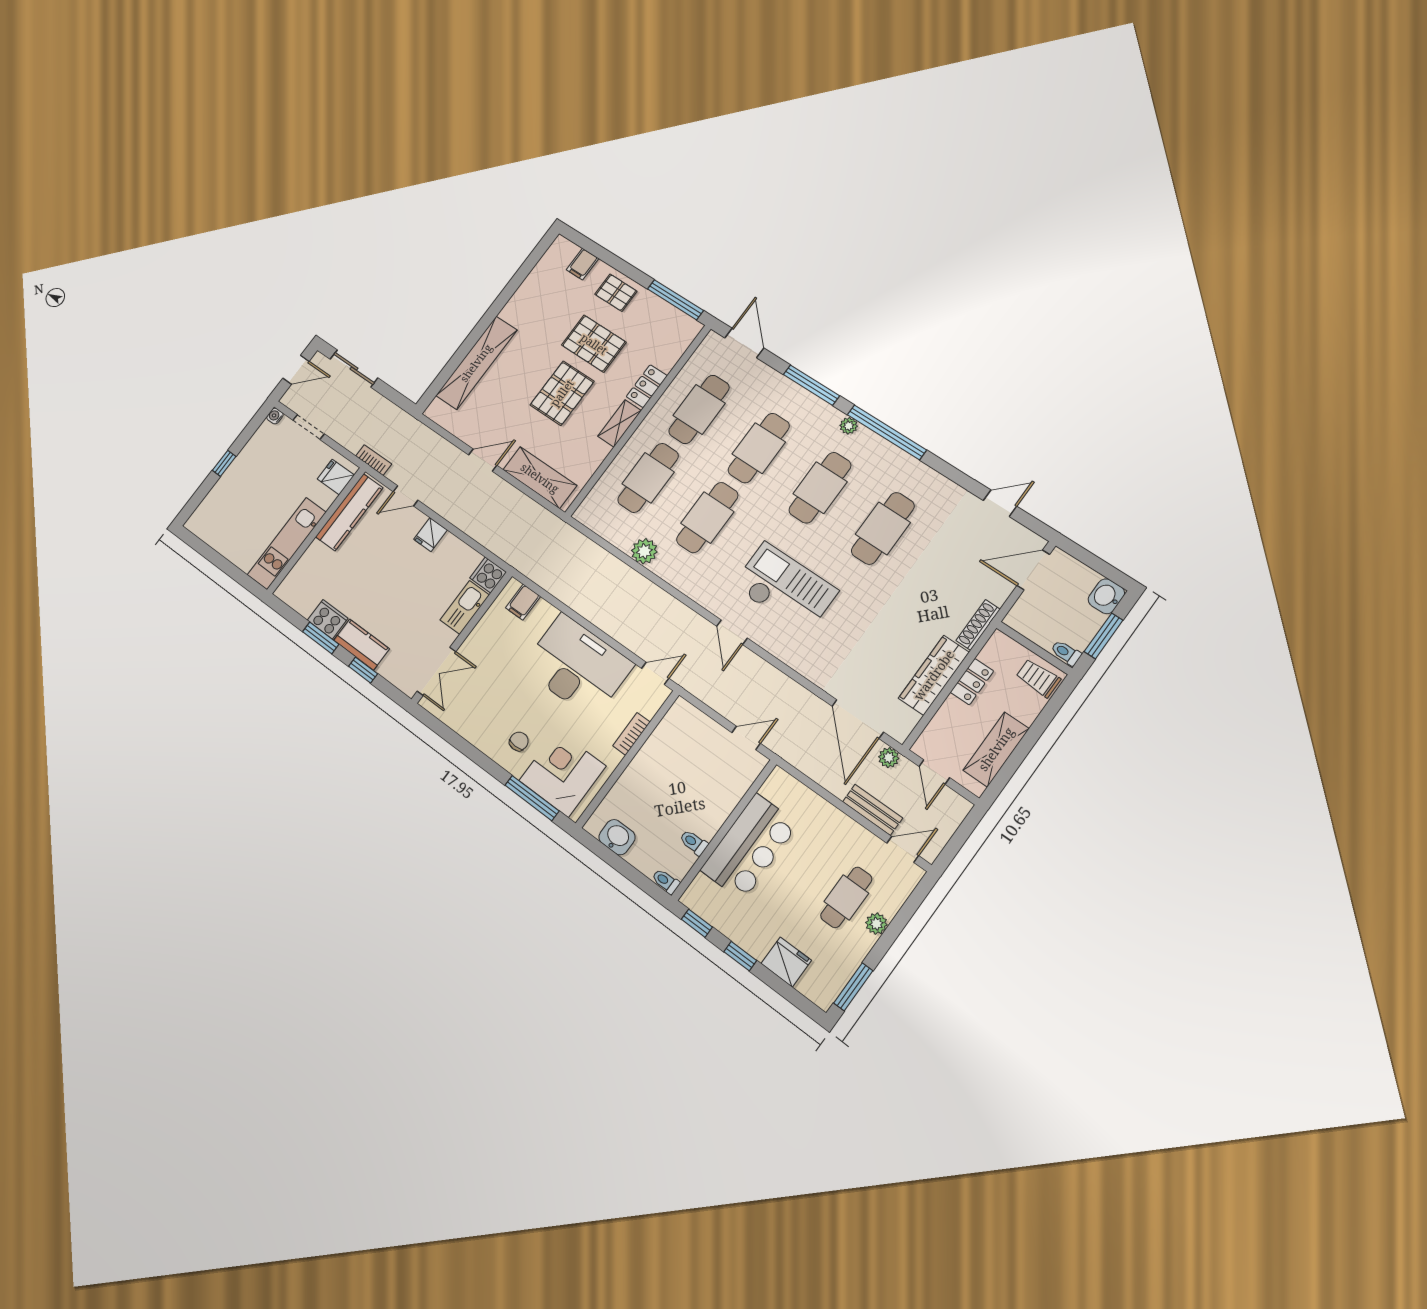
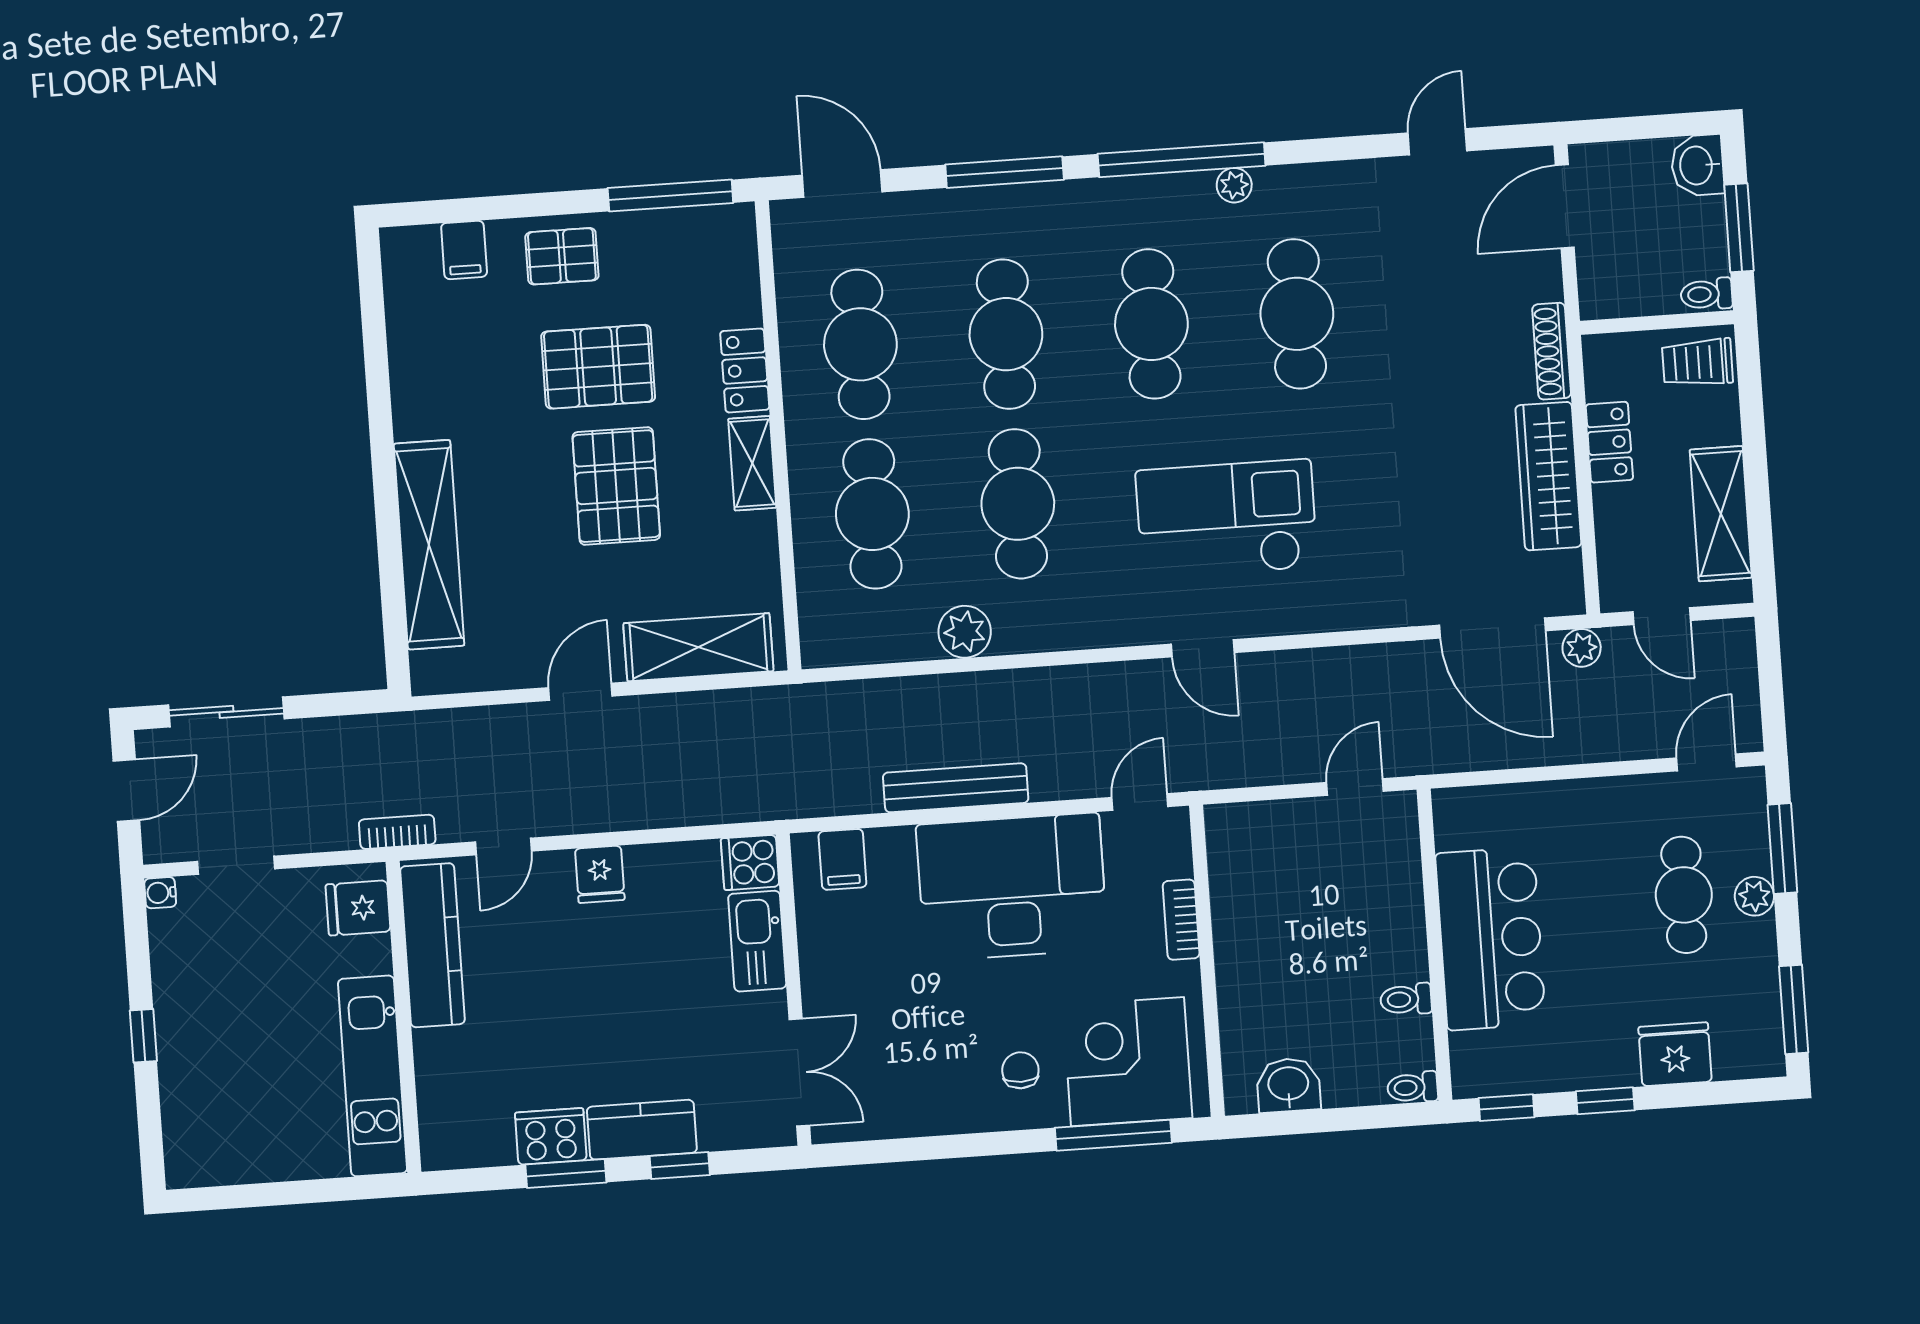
plant: (849, 426) -> (1234, 185), moved
bench: (873, 810) -> (956, 788), moved, width x1.36
window: (906, 913) -> (1782, 848), added

